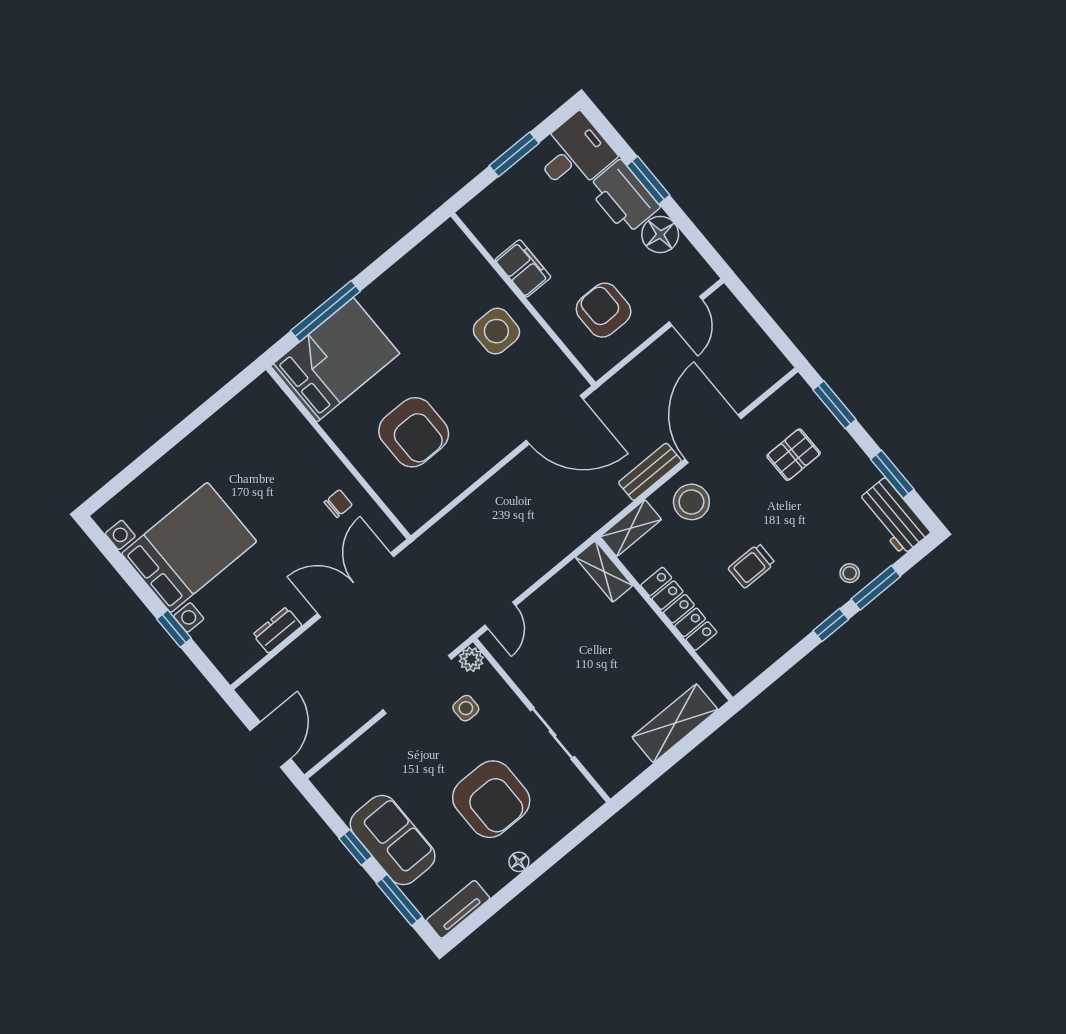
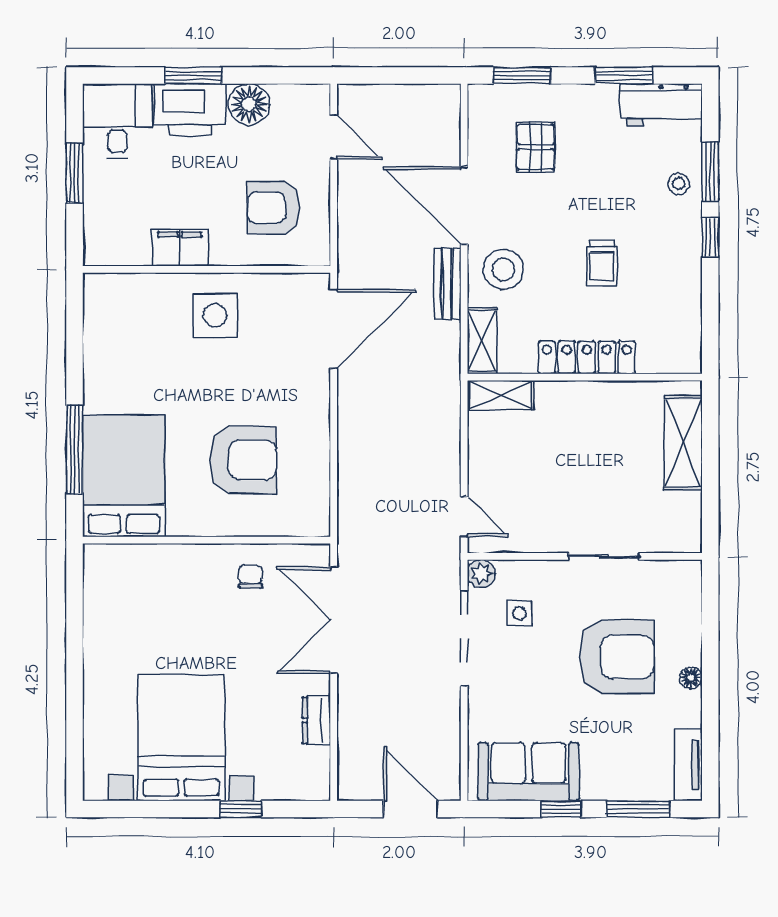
sofa: (393, 840) -> (529, 772), moved

